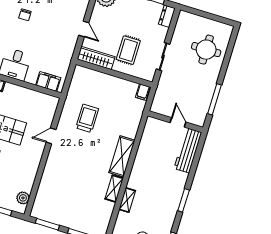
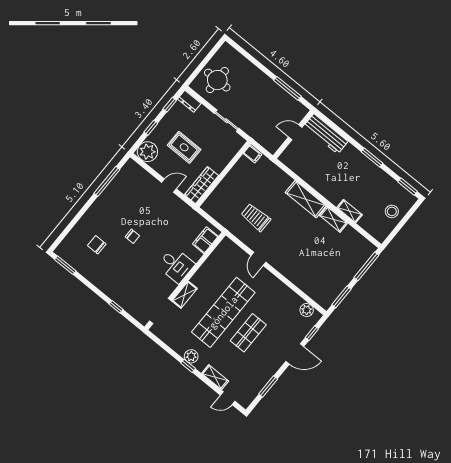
rug: (128, 50) -> (184, 147), moved
round table: (206, 50) -> (217, 80), moved

